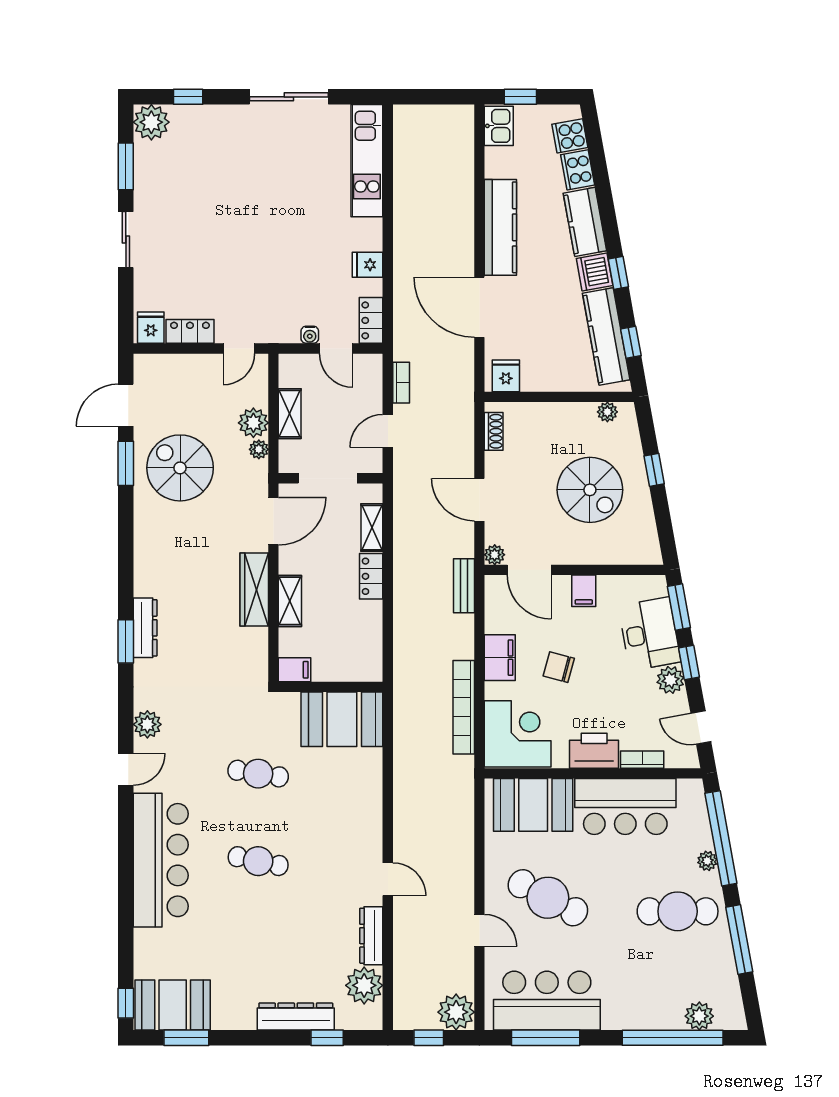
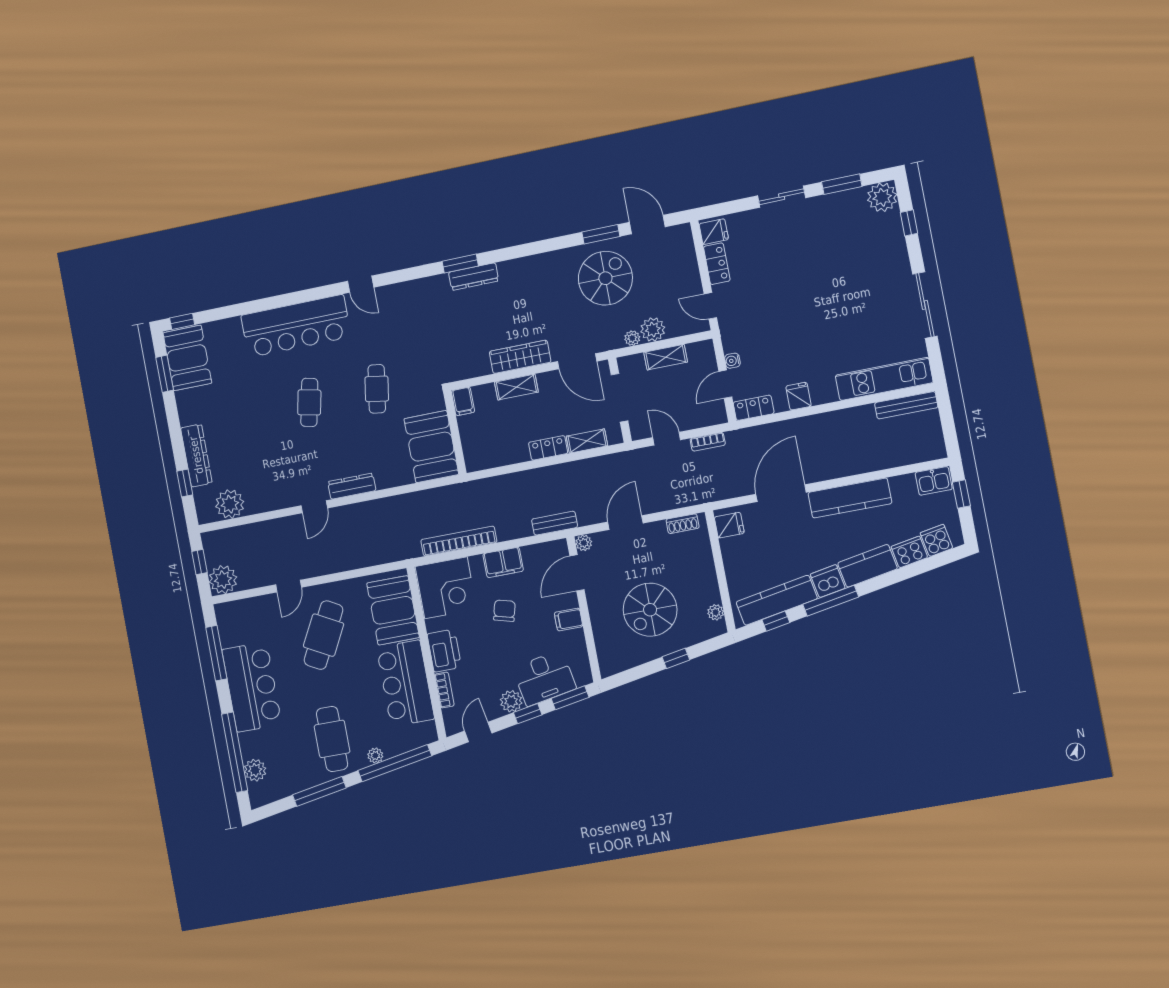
bench: (403, 141) -> (906, 405), added
window: (618, 273) -> (831, 601), width x2.17
plant: (147, 724) -> (399, 294), removed
dresser: (371, 936) -> (352, 486), moved
bar counter: (547, 1001) -> (252, 687), moved

